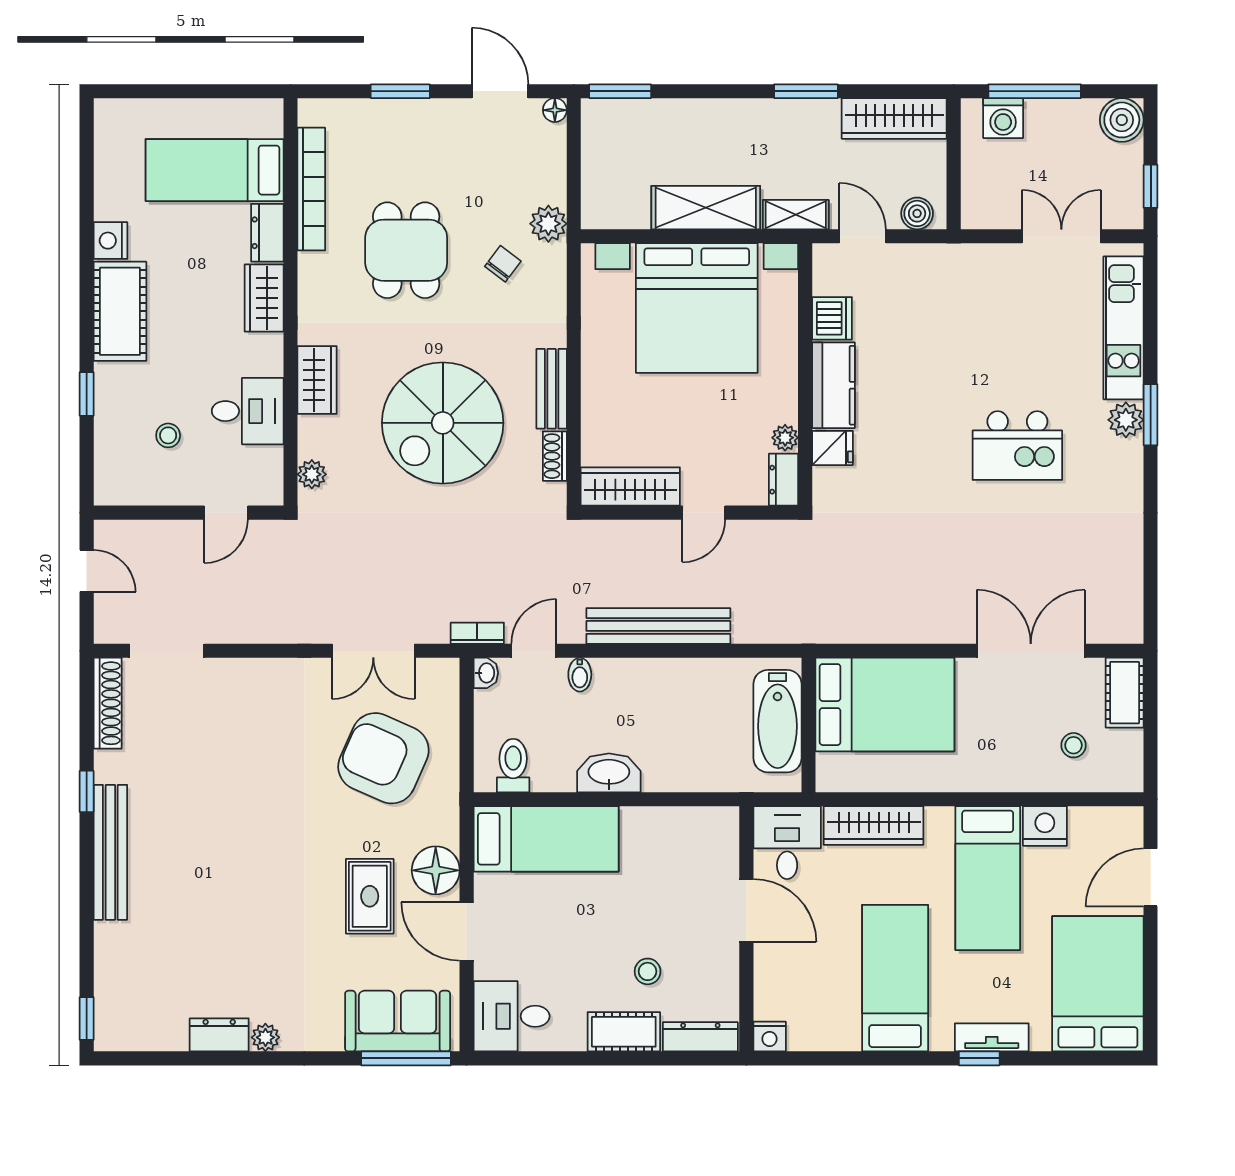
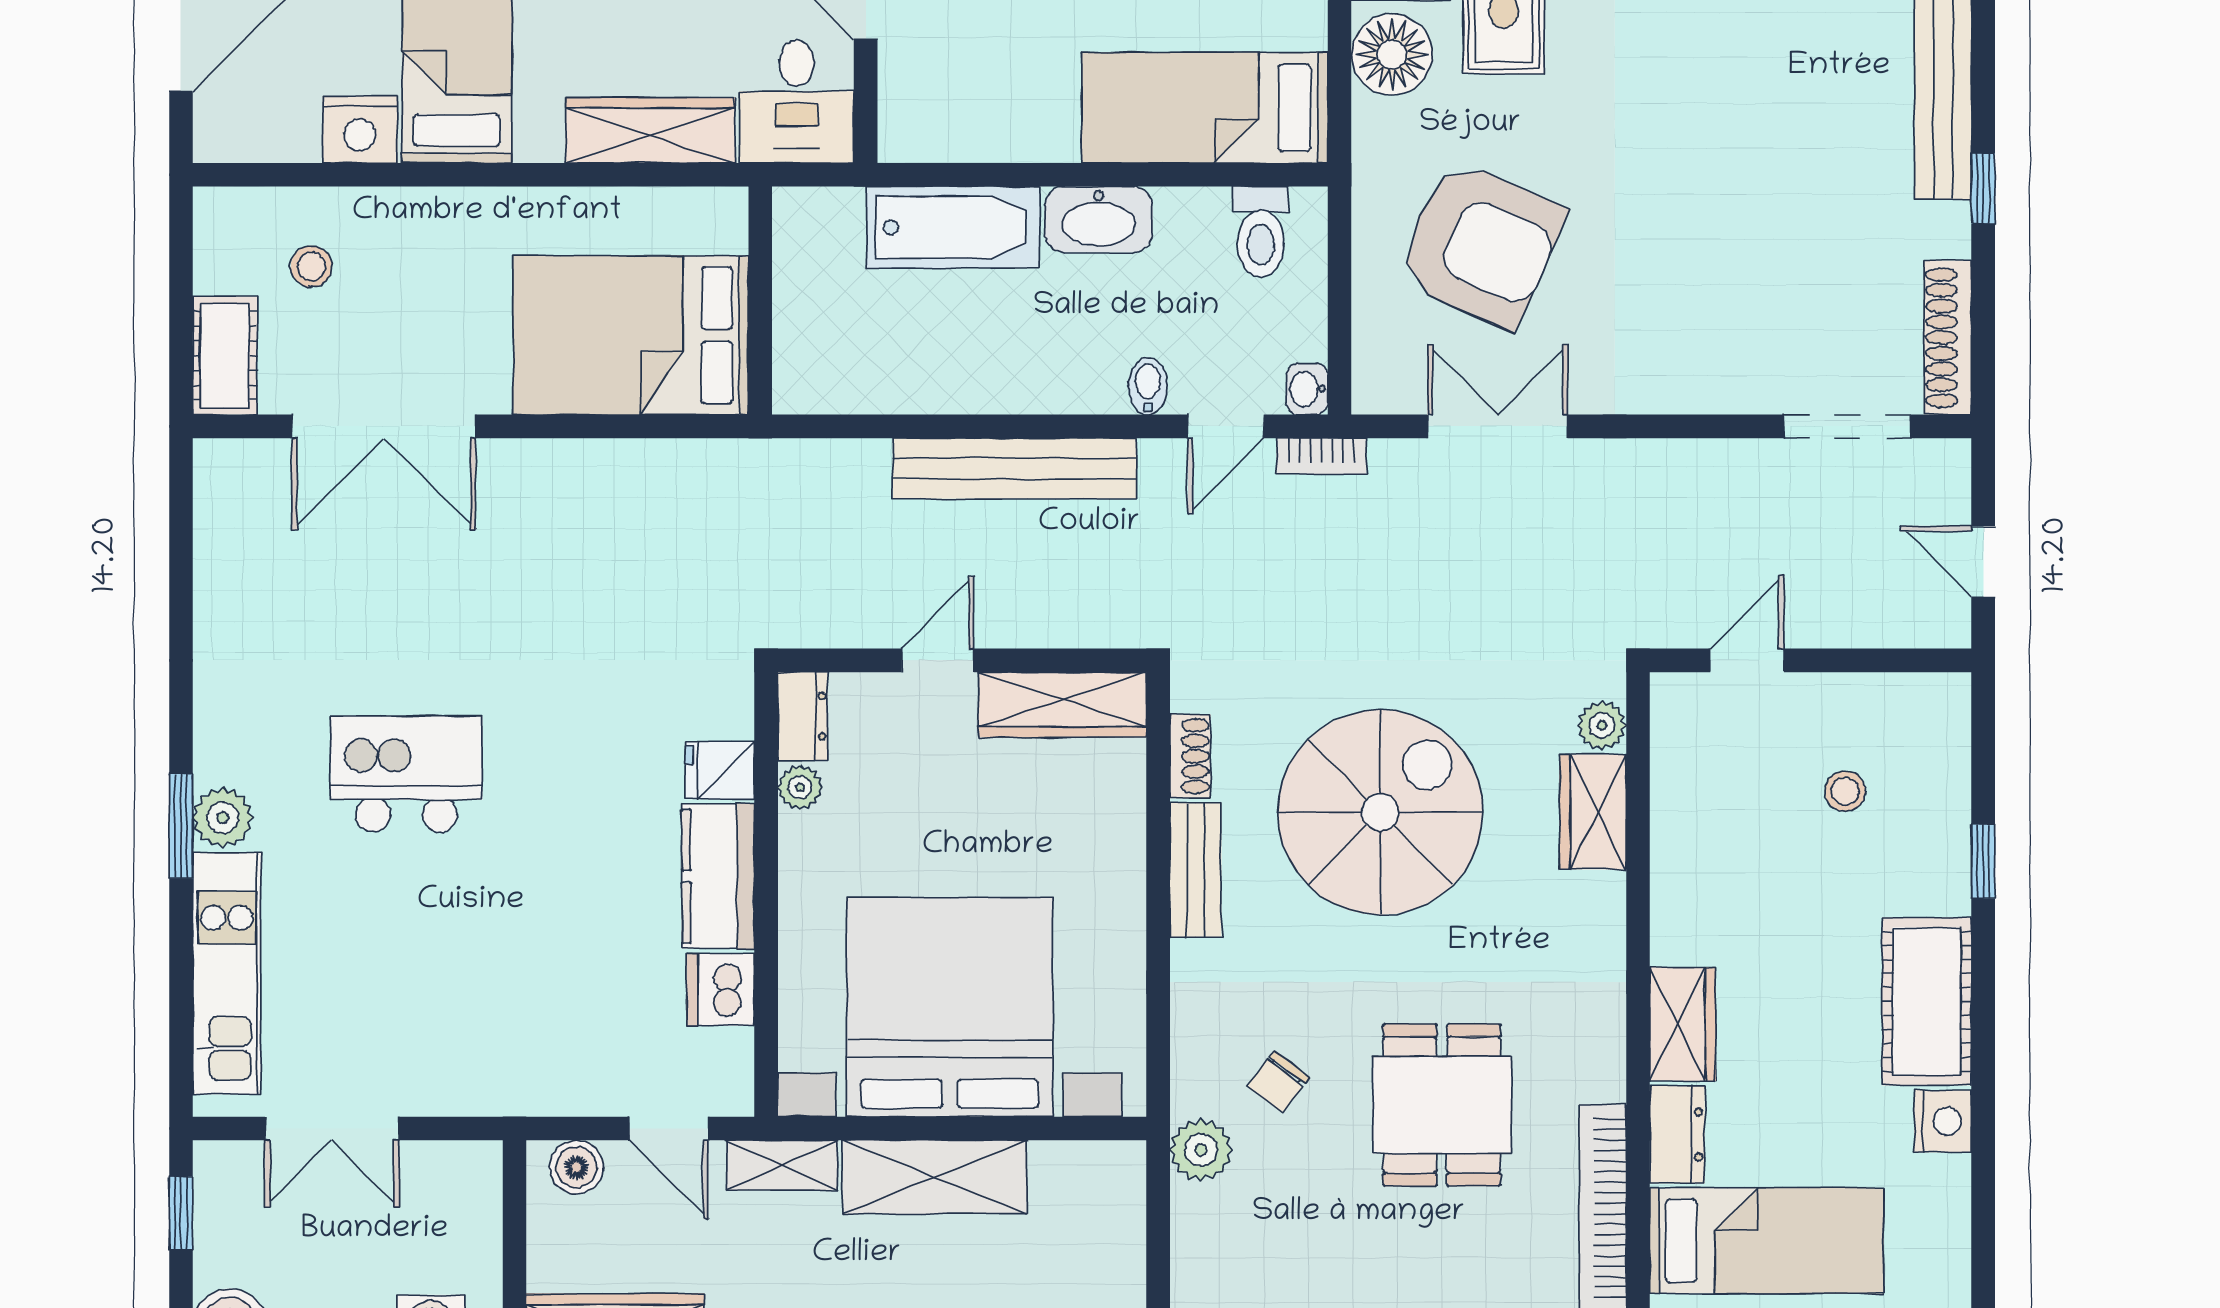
wardrobe: (317, 380) -> (1593, 812), moved
desk: (248, 411) -> (1710, 832), removed
bathtub: (778, 721) -> (953, 227), moved, turned 90

